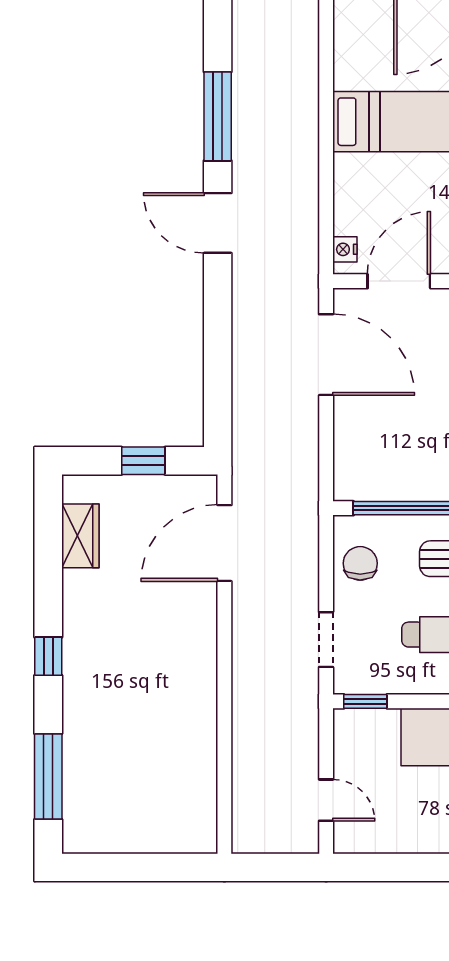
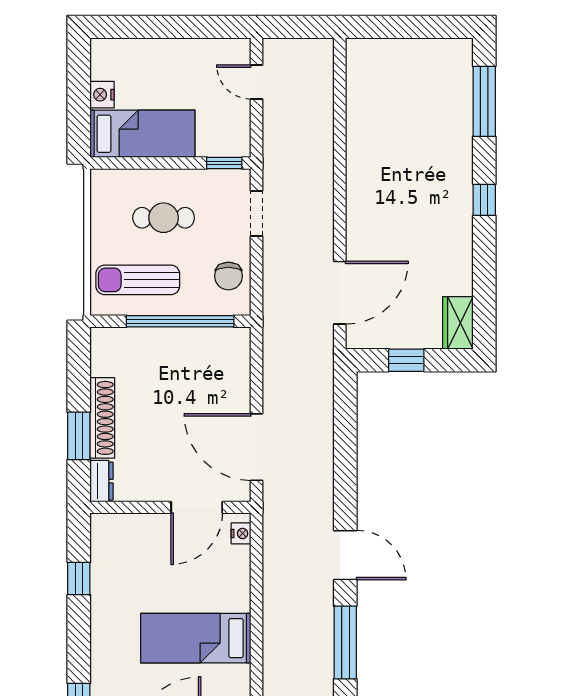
wardrobe: (80, 536) -> (458, 323), moved

